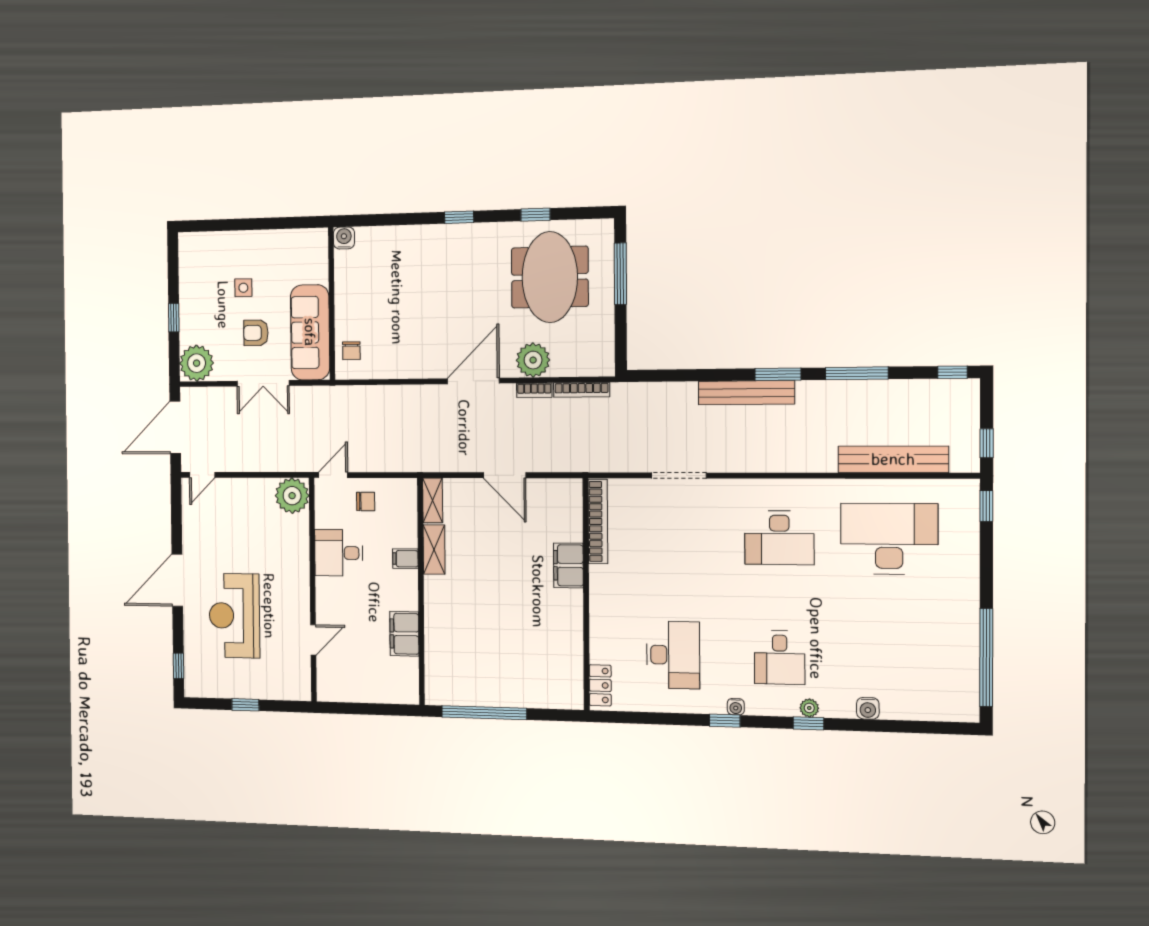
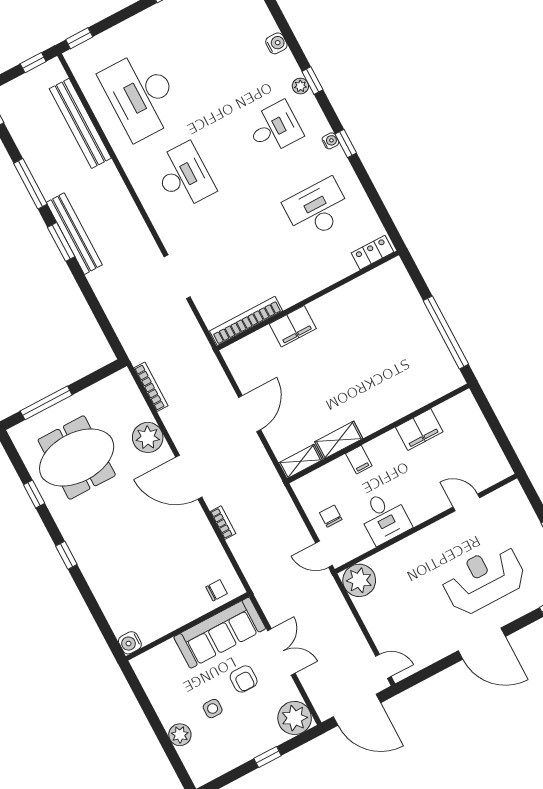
plant: (235, 243) -> (180, 735), added
bookcase: (534, 390) -> (223, 523), moved
bench: (746, 393) -> (74, 234), moved
reception desk: (234, 616) -> (484, 579), turned 180

